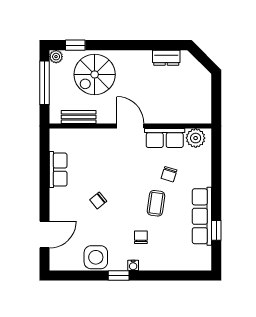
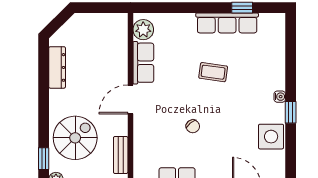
dresser: (166, 58) -> (57, 67), width x1.44
spiral stairs: (95, 74) -> (75, 138), turned -90
chair: (169, 174) -> (182, 58), removed
chair: (98, 200) -> (193, 126), moved
chair: (141, 237) -> (250, 88), removed

